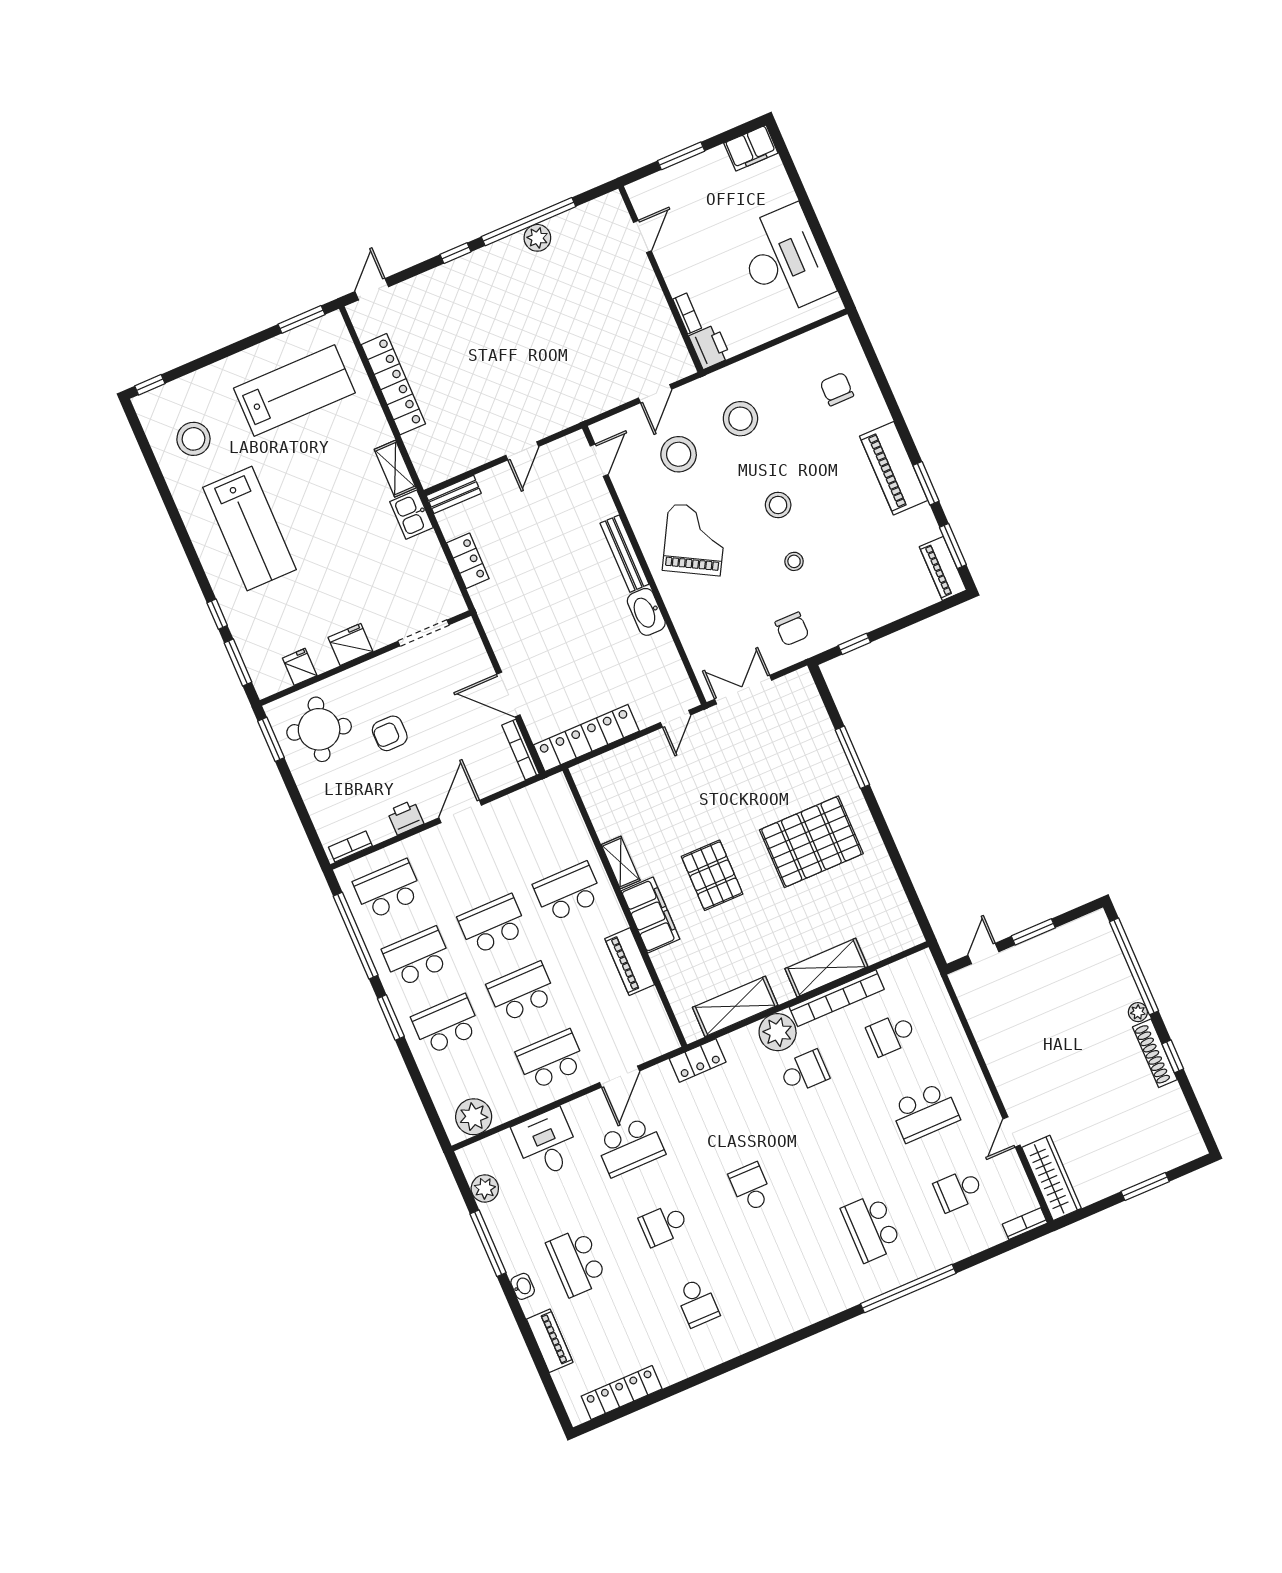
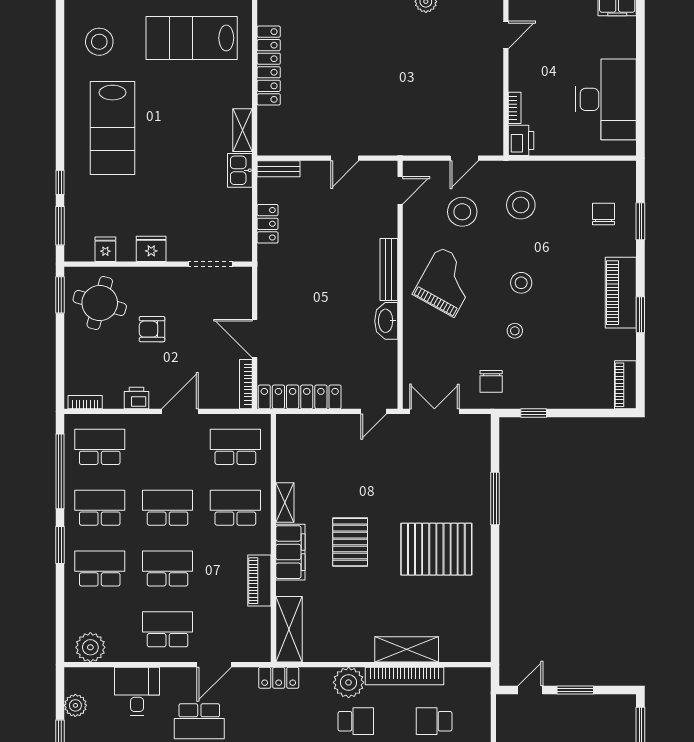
lab bench: (294, 391) -> (192, 38), turned 180
window: (953, 546) -> (640, 221), moved
school desk: (539, 824) -> (235, 447), added
shelving: (735, 1006) -> (289, 629), moved, turned 90

